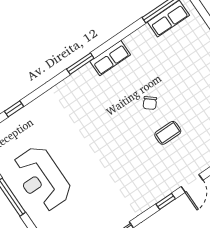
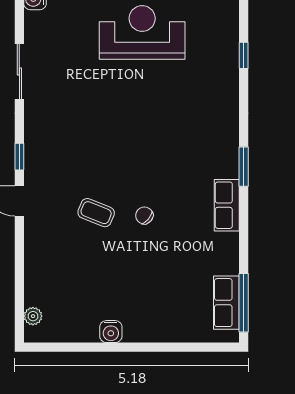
coffee table: (168, 133) -> (96, 213), turned -68

